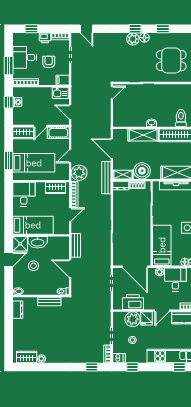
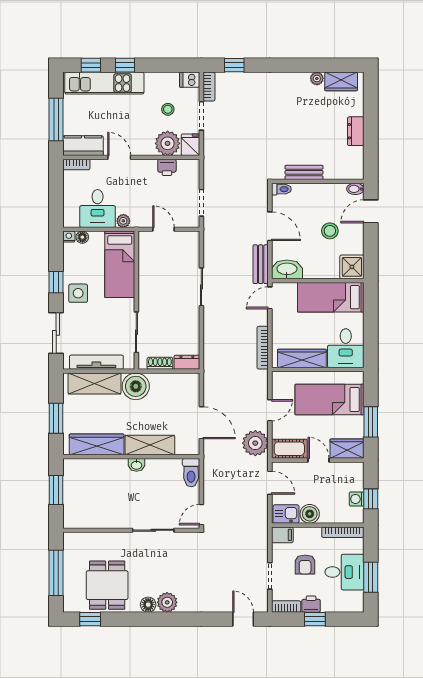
window: (31, 29) -> (315, 619), moved
window: (135, 29) -> (163, 619), removed
window: (163, 29) -> (90, 619), moved
dining table: (171, 61) -> (107, 585), moved, turned 90
window: (9, 66) -> (371, 577), moved
boiler: (46, 93) -> (310, 514), added
toilet: (181, 118) -> (191, 473), moved
door: (40, 126) -> (319, 460), hinge flipped
window: (9, 160) -> (371, 422), moved
boiler: (142, 171) -> (136, 386), moved
plant: (79, 173) -> (255, 443), moved
shelving: (123, 175) -> (183, 380), removed
bench: (106, 178) -> (211, 375), removed
wardrobe: (56, 188) -> (302, 358), width x1.50
door: (70, 214) -> (270, 298), moved
washbasin: (38, 242) -> (287, 269), moved
door: (9, 259) -> (371, 211), moved
door: (135, 267) -> (164, 229), width x0.53
printer: (133, 302) -> (167, 167), width x0.53, depth x0.68
dresser: (18, 310) -> (356, 131), moved
door: (162, 311) -> (119, 157), hinge flipped
fridge: (147, 318) -> (190, 145), moved
window: (132, 367) -> (125, 65), moved

